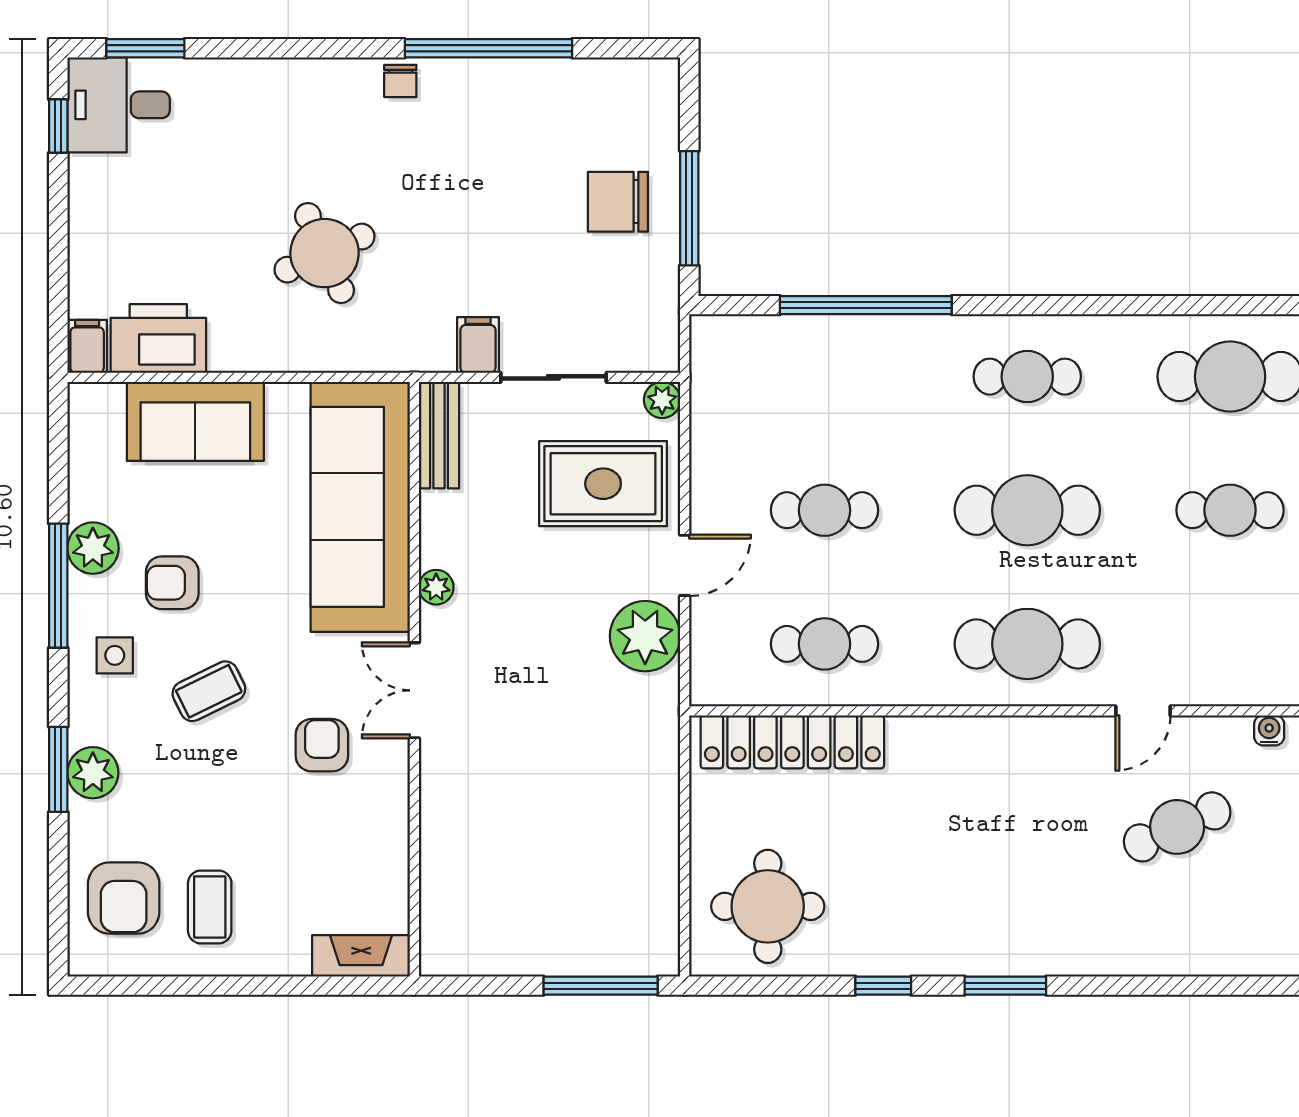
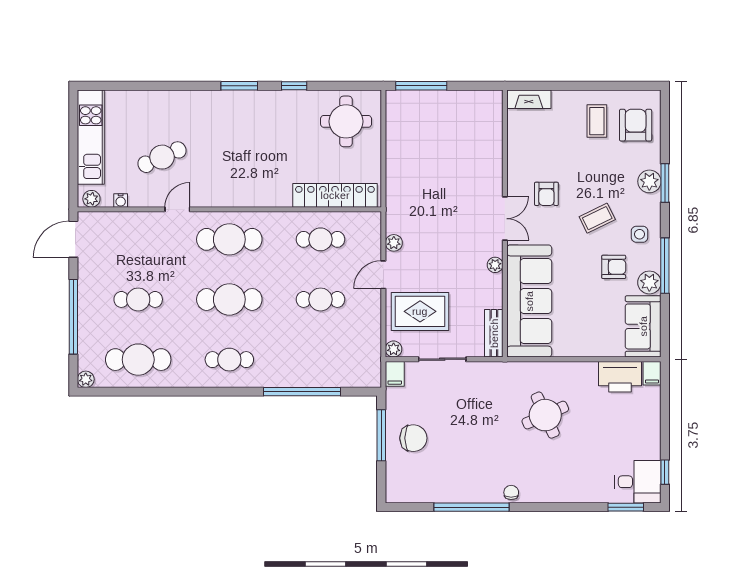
filing cabinet: (478, 345) -> (395, 374), moved
sofa: (195, 421) -> (643, 326), moved, turned -90
plant: (645, 636) -> (394, 243), width x0.53, depth x0.53

